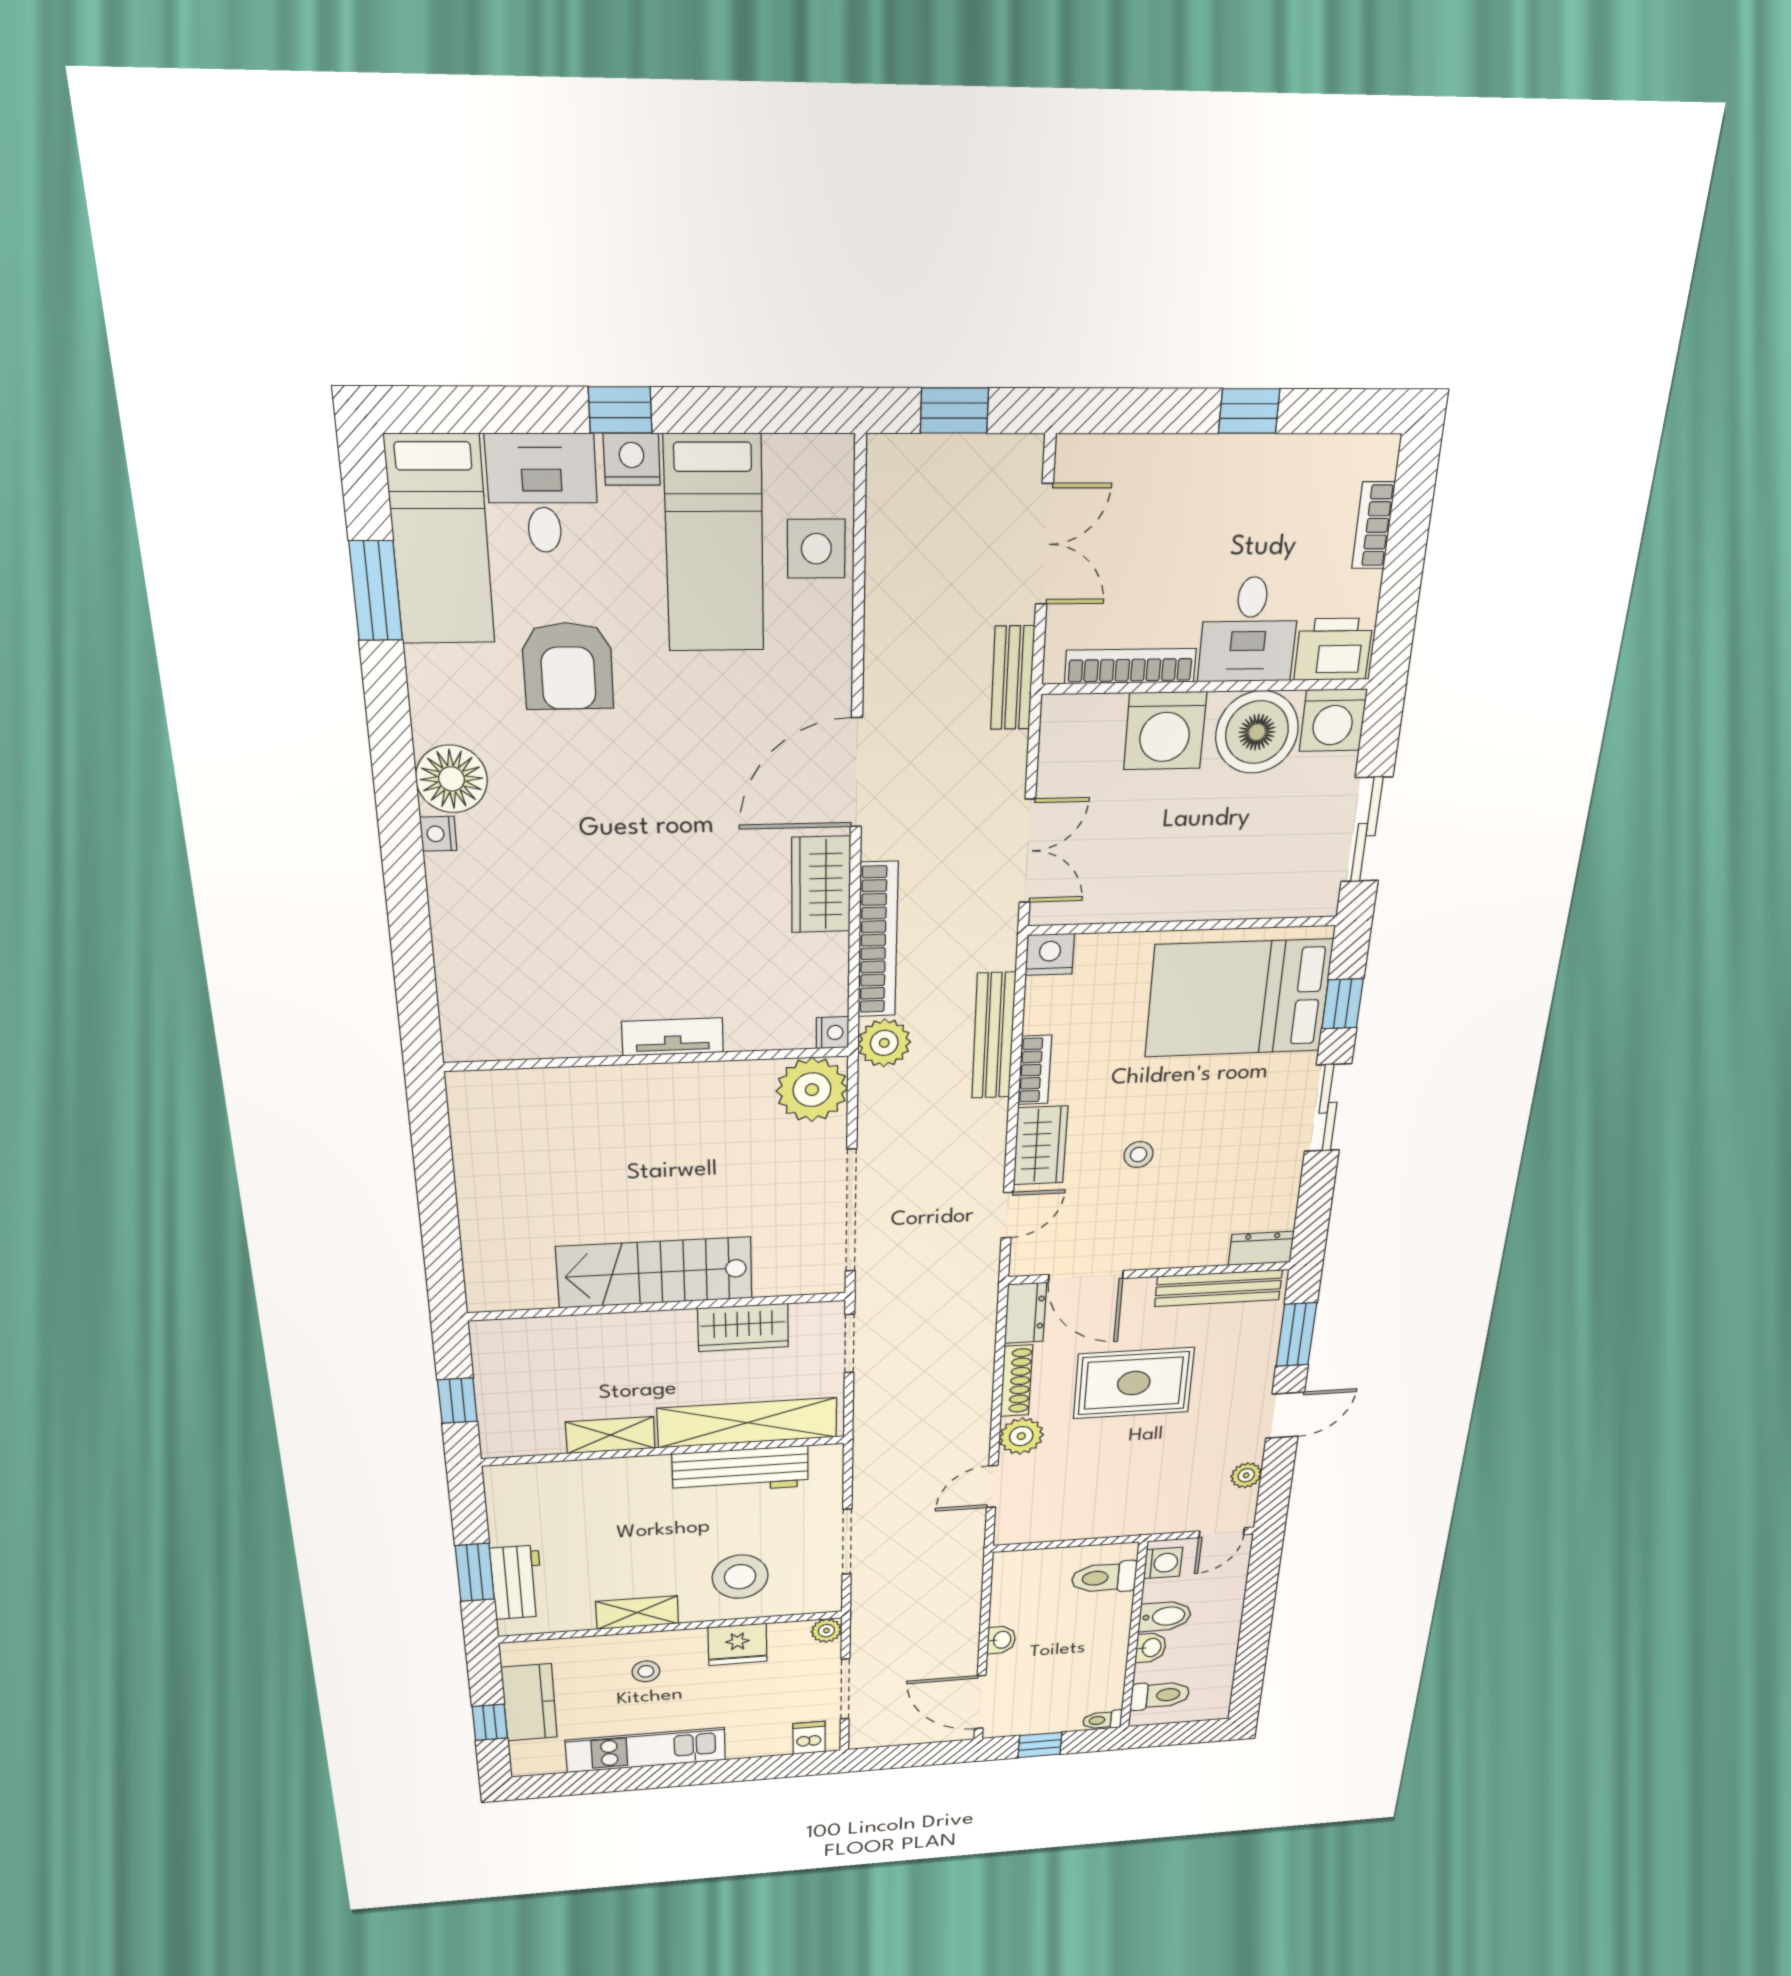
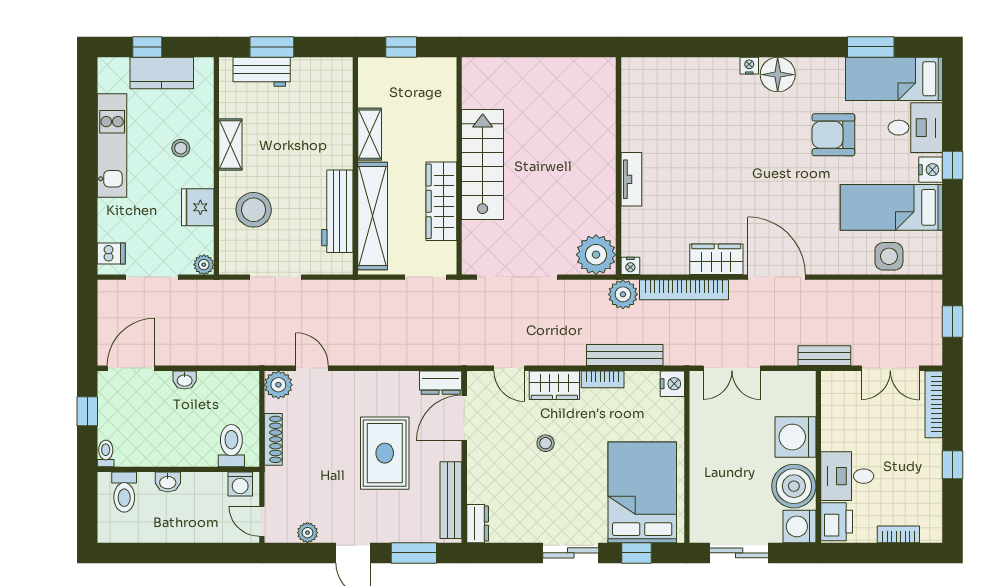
bookcase: (1130, 666) -> (934, 404), moved, turned 180
wardrobe: (743, 1328) -> (441, 201), width x1.50
shoe rack: (1016, 1381) -> (273, 439), moved, turned -90
plant: (1021, 1436) -> (278, 385), moved
bidet: (1165, 1616) -> (194, 489), removed

